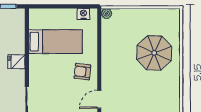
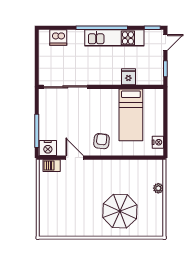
plant: (106, 14) -> (158, 188), moved
fridge: (16, 62) -> (128, 77), moved

